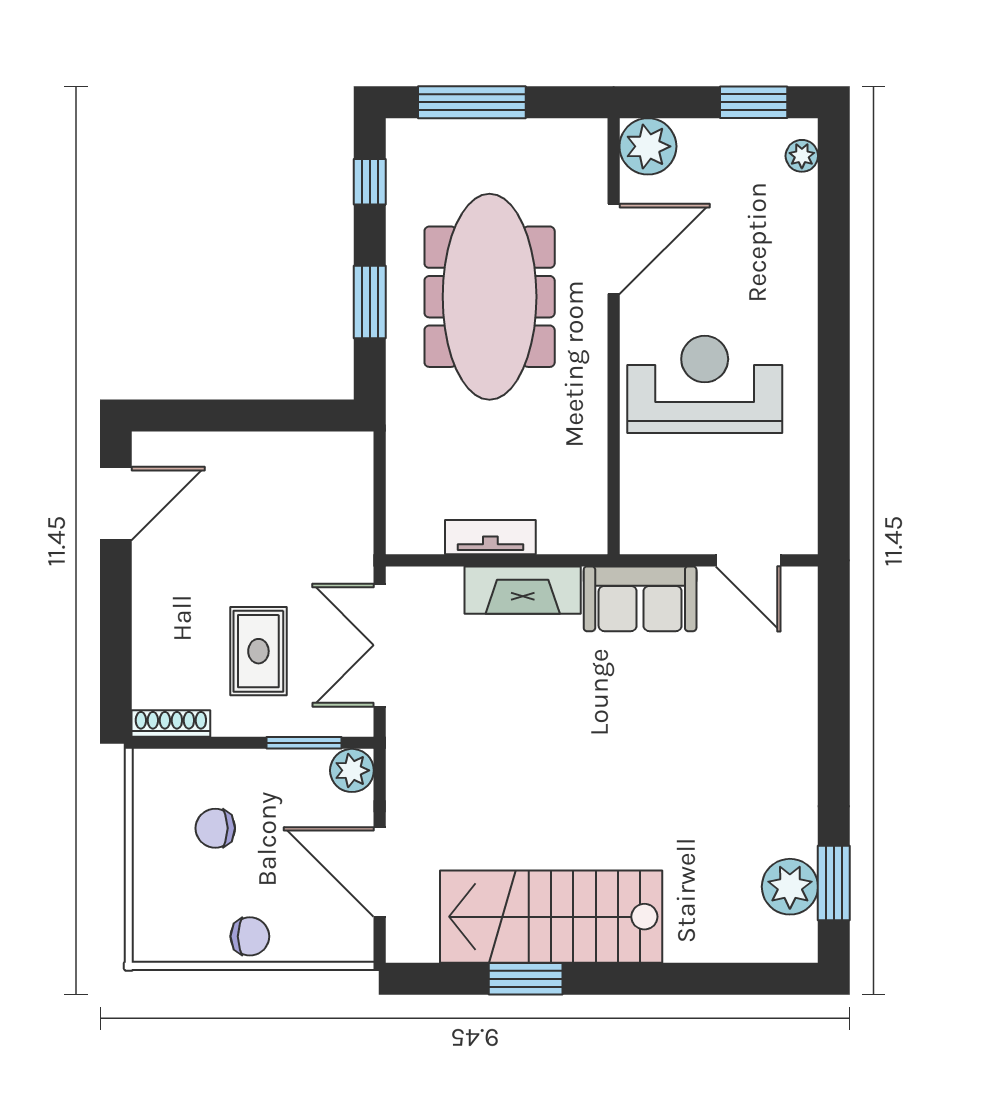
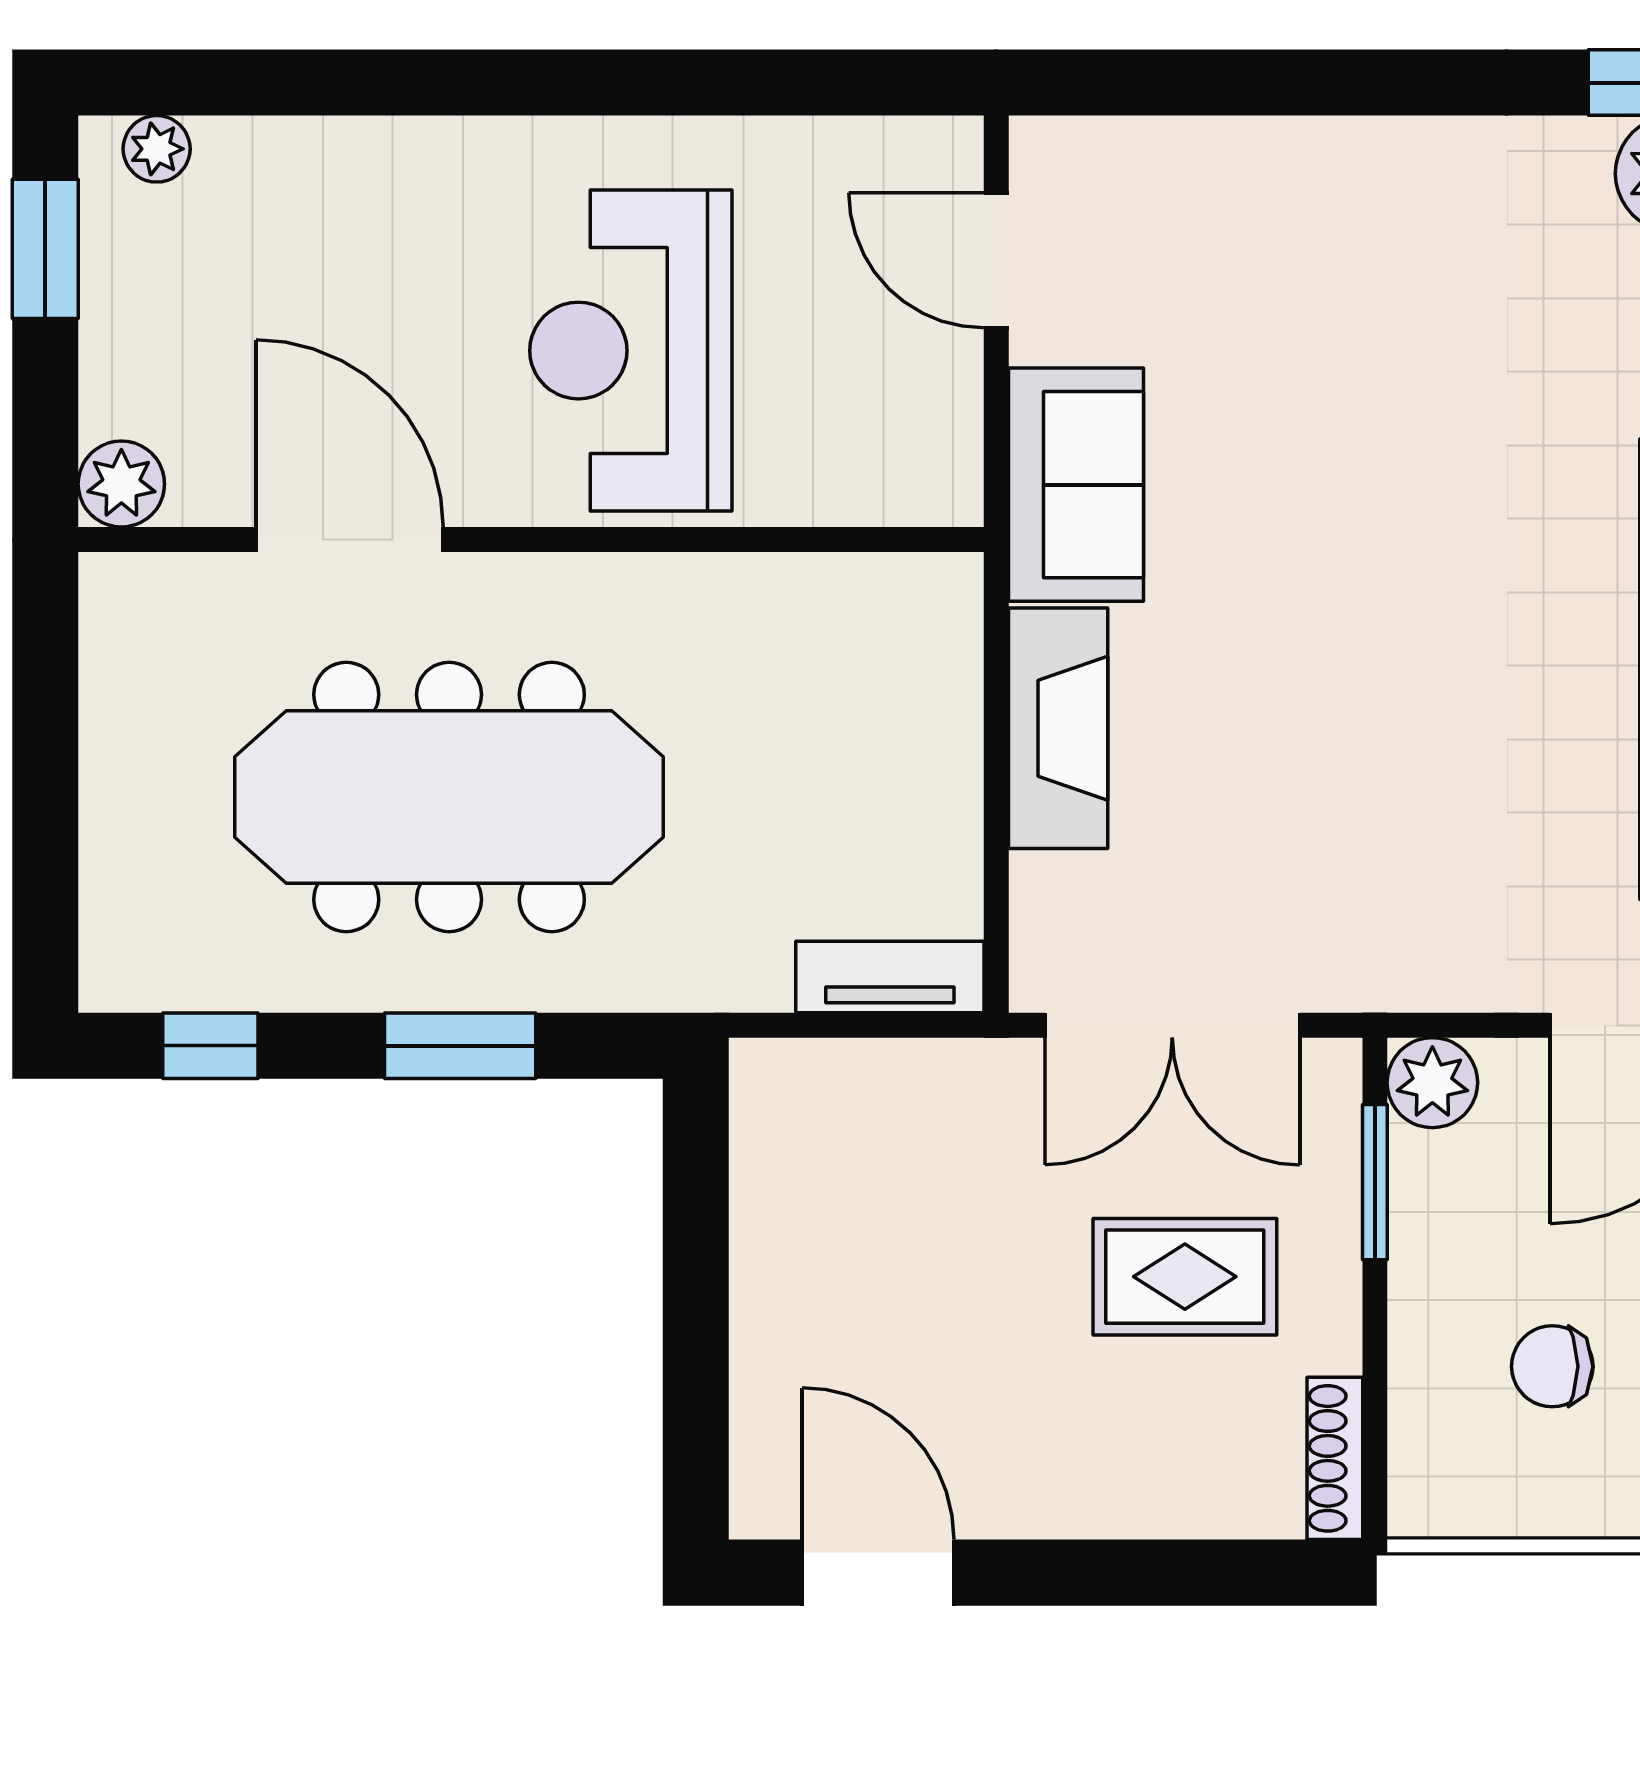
window: (472, 102) -> (45, 834), removed
plant: (648, 146) -> (121, 484), width x0.73, depth x0.73
tv unit: (490, 537) -> (890, 977), moved, turned 90
door: (748, 560) -> (996, 260), swing flipped
chair: (215, 828) -> (1552, 1366), turned 90

